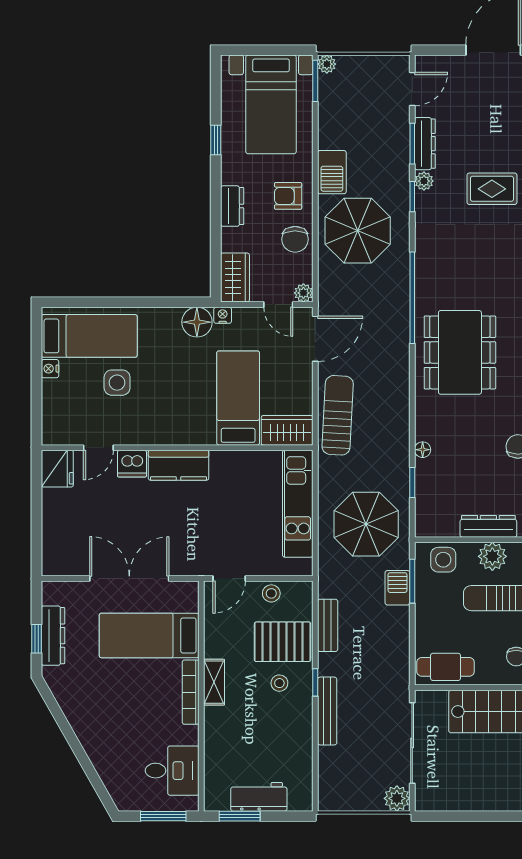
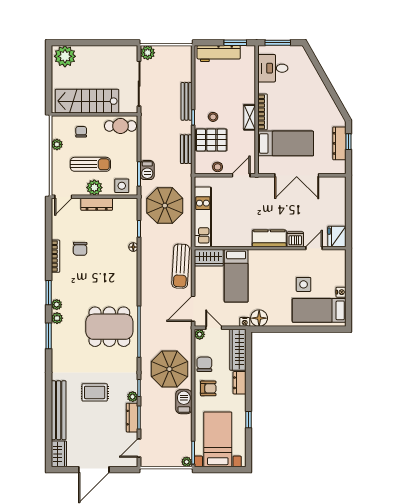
wardrobe: (235, 278) -> (238, 350), width x1.50
dining table: (460, 352) -> (109, 327), moved, turned 90
workbench: (259, 797) -> (219, 54), width x1.37

